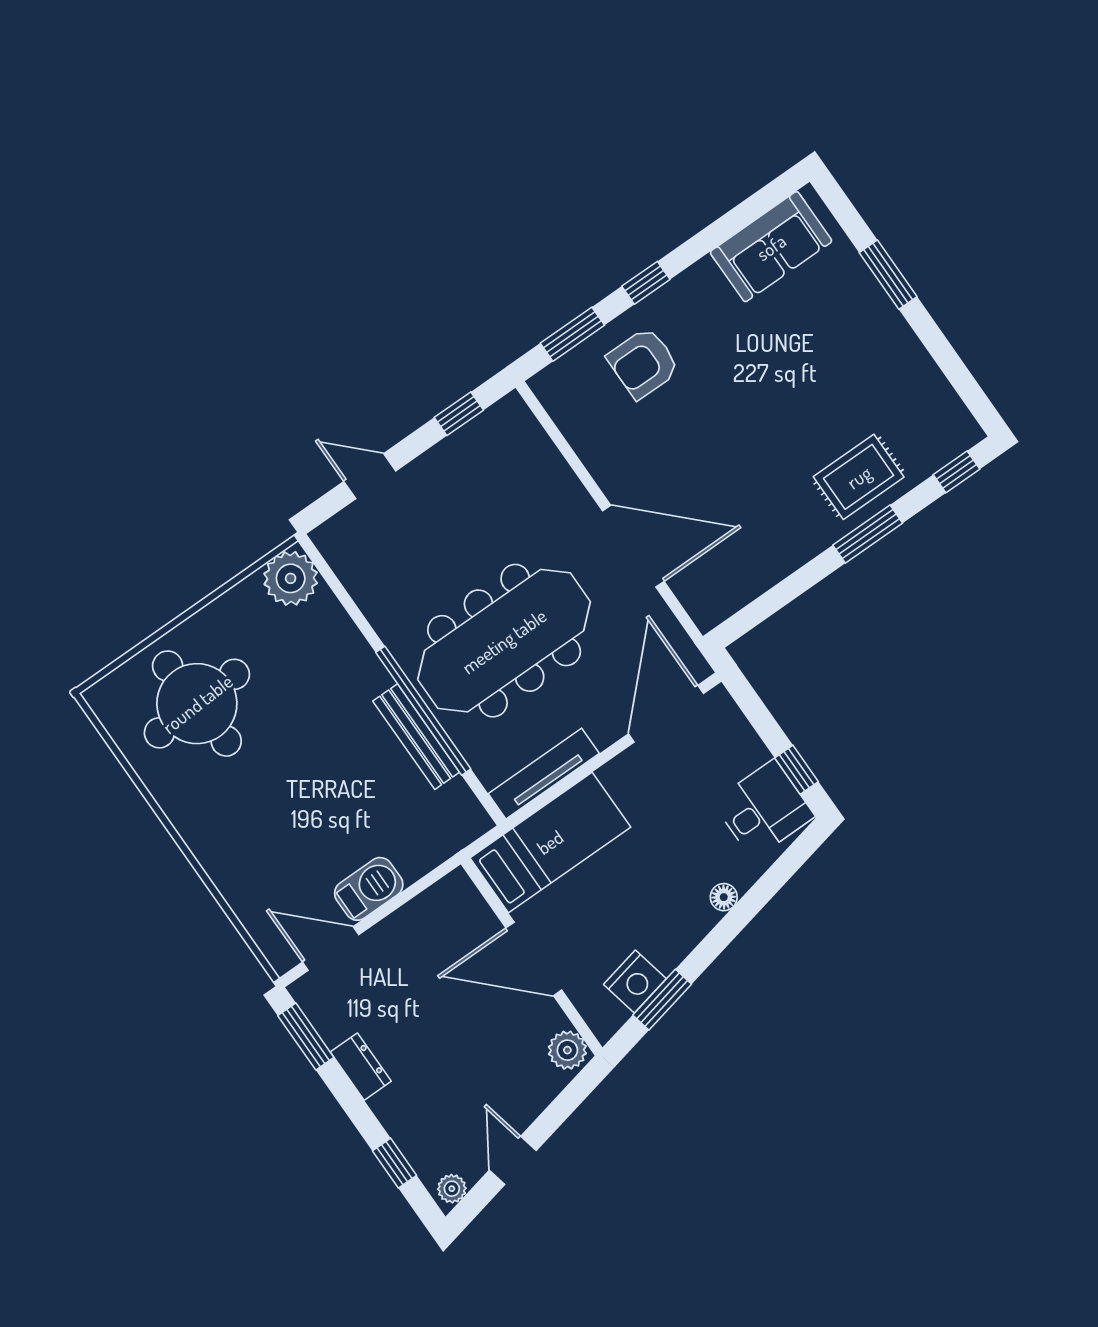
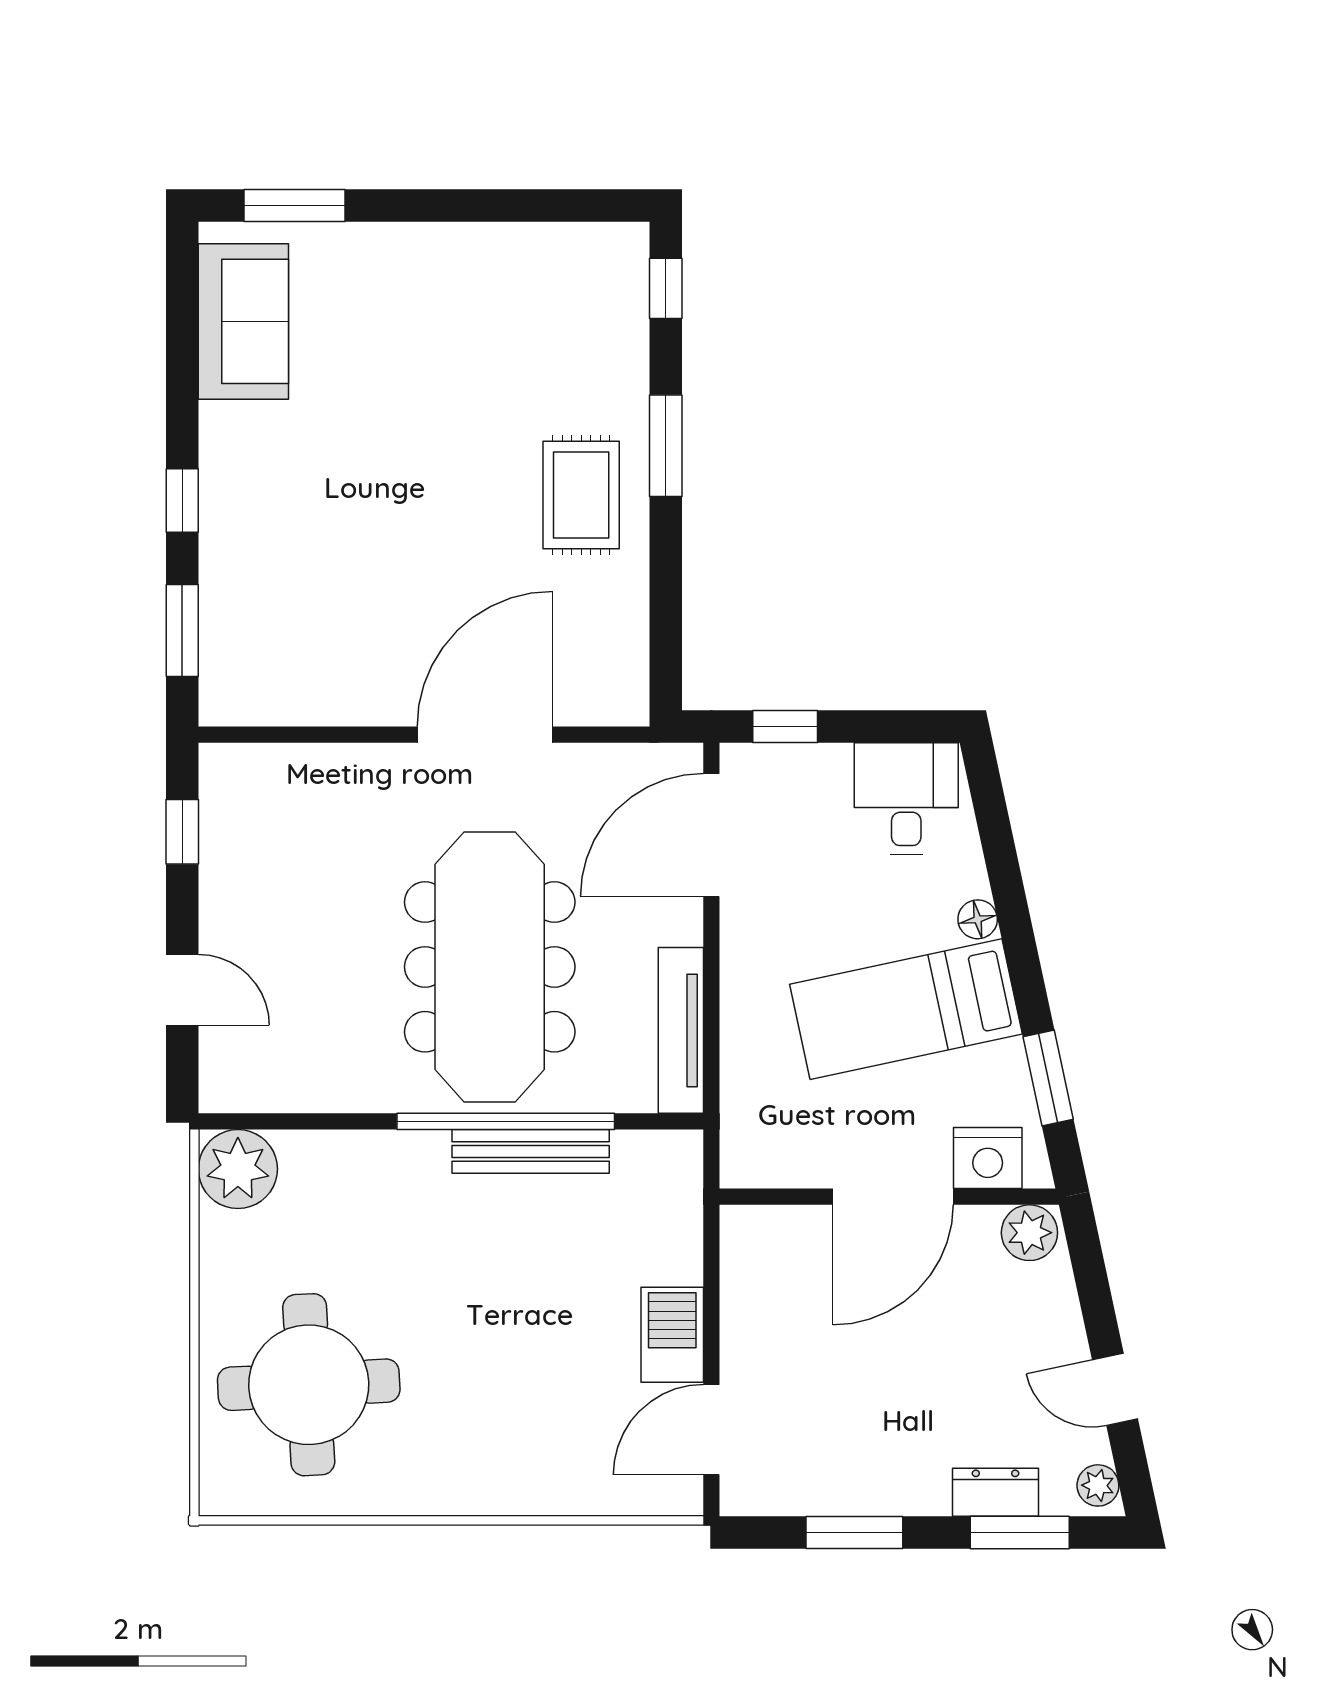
window: (888, 275) -> (294, 205), moved
armchair: (643, 363) -> (276, 570), removed
door: (370, 476) -> (182, 990), swing flipped
rug: (859, 477) -> (581, 495), moved
door: (666, 714) -> (711, 835), hinge flipped
window: (797, 770) -> (785, 727), moved
bed: (550, 842) -> (906, 1009), moved, turned -102
nightstand: (635, 982) -> (988, 1158), moved, turned 102
window: (306, 1036) -> (854, 1532), moved
dresser: (361, 1067) -> (996, 1492), moved
window: (395, 1163) -> (1020, 1532), width x1.50

